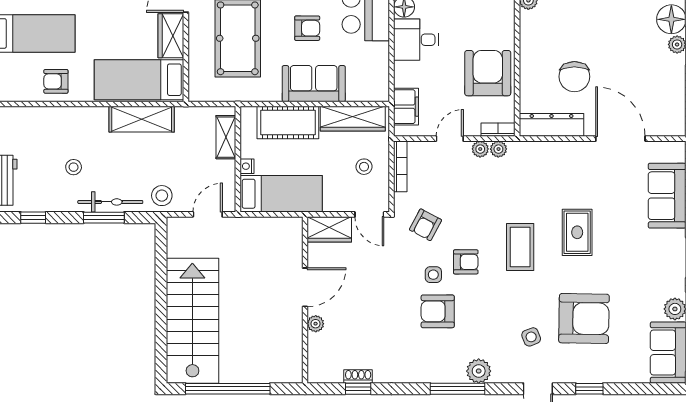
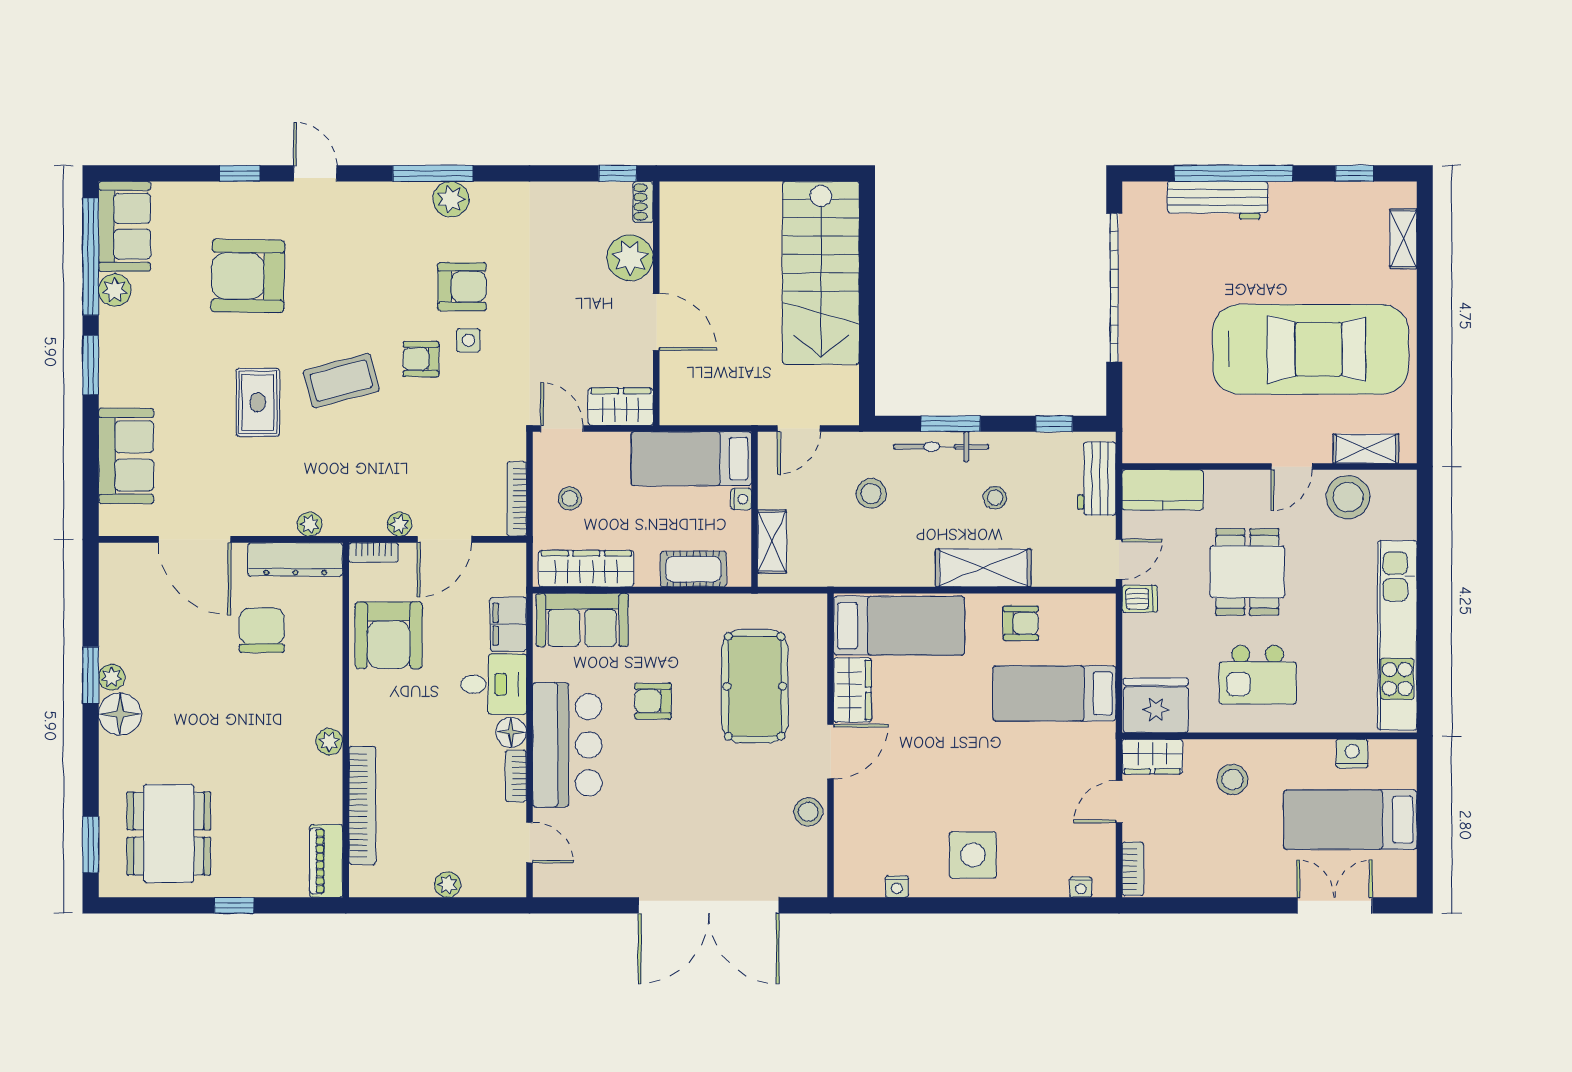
sofa: (314, 84) -> (582, 620), moved
filing cabinet: (406, 107) -> (508, 624), moved
shelving: (142, 119) -> (983, 568), moved
cot: (288, 123) -> (693, 569), width x0.73, depth x0.75
door: (450, 139) -> (444, 539), width x1.38
plant: (498, 149) -> (310, 524), moved
stool: (162, 196) -> (871, 493), moved
armchair: (425, 225) -> (480, 413), removed
coffee table: (520, 247) -> (341, 381), turned 75
door: (305, 287) -> (656, 322), swing flipped
plant: (316, 324) -> (630, 258), width x1.88, depth x1.88
side table: (531, 337) -> (325, 249), removed
plant: (479, 371) -> (451, 199), moved
shoe rack: (358, 376) -> (643, 202), moved, turned 90
window: (228, 389) -> (769, 173), removed
window: (358, 389) -> (618, 173), moved

